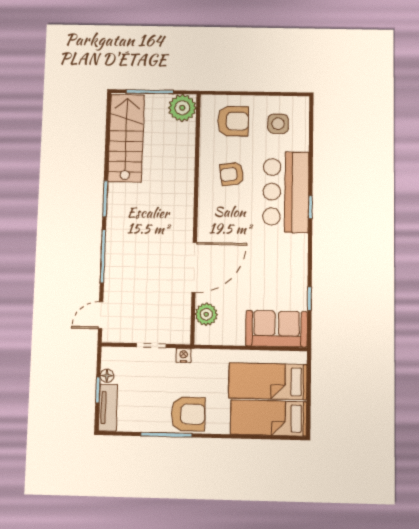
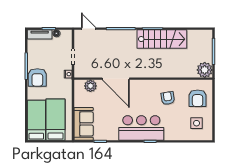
stairs: (126, 138) -> (162, 39), moved
bar counter: (286, 192) -> (141, 128), moved

